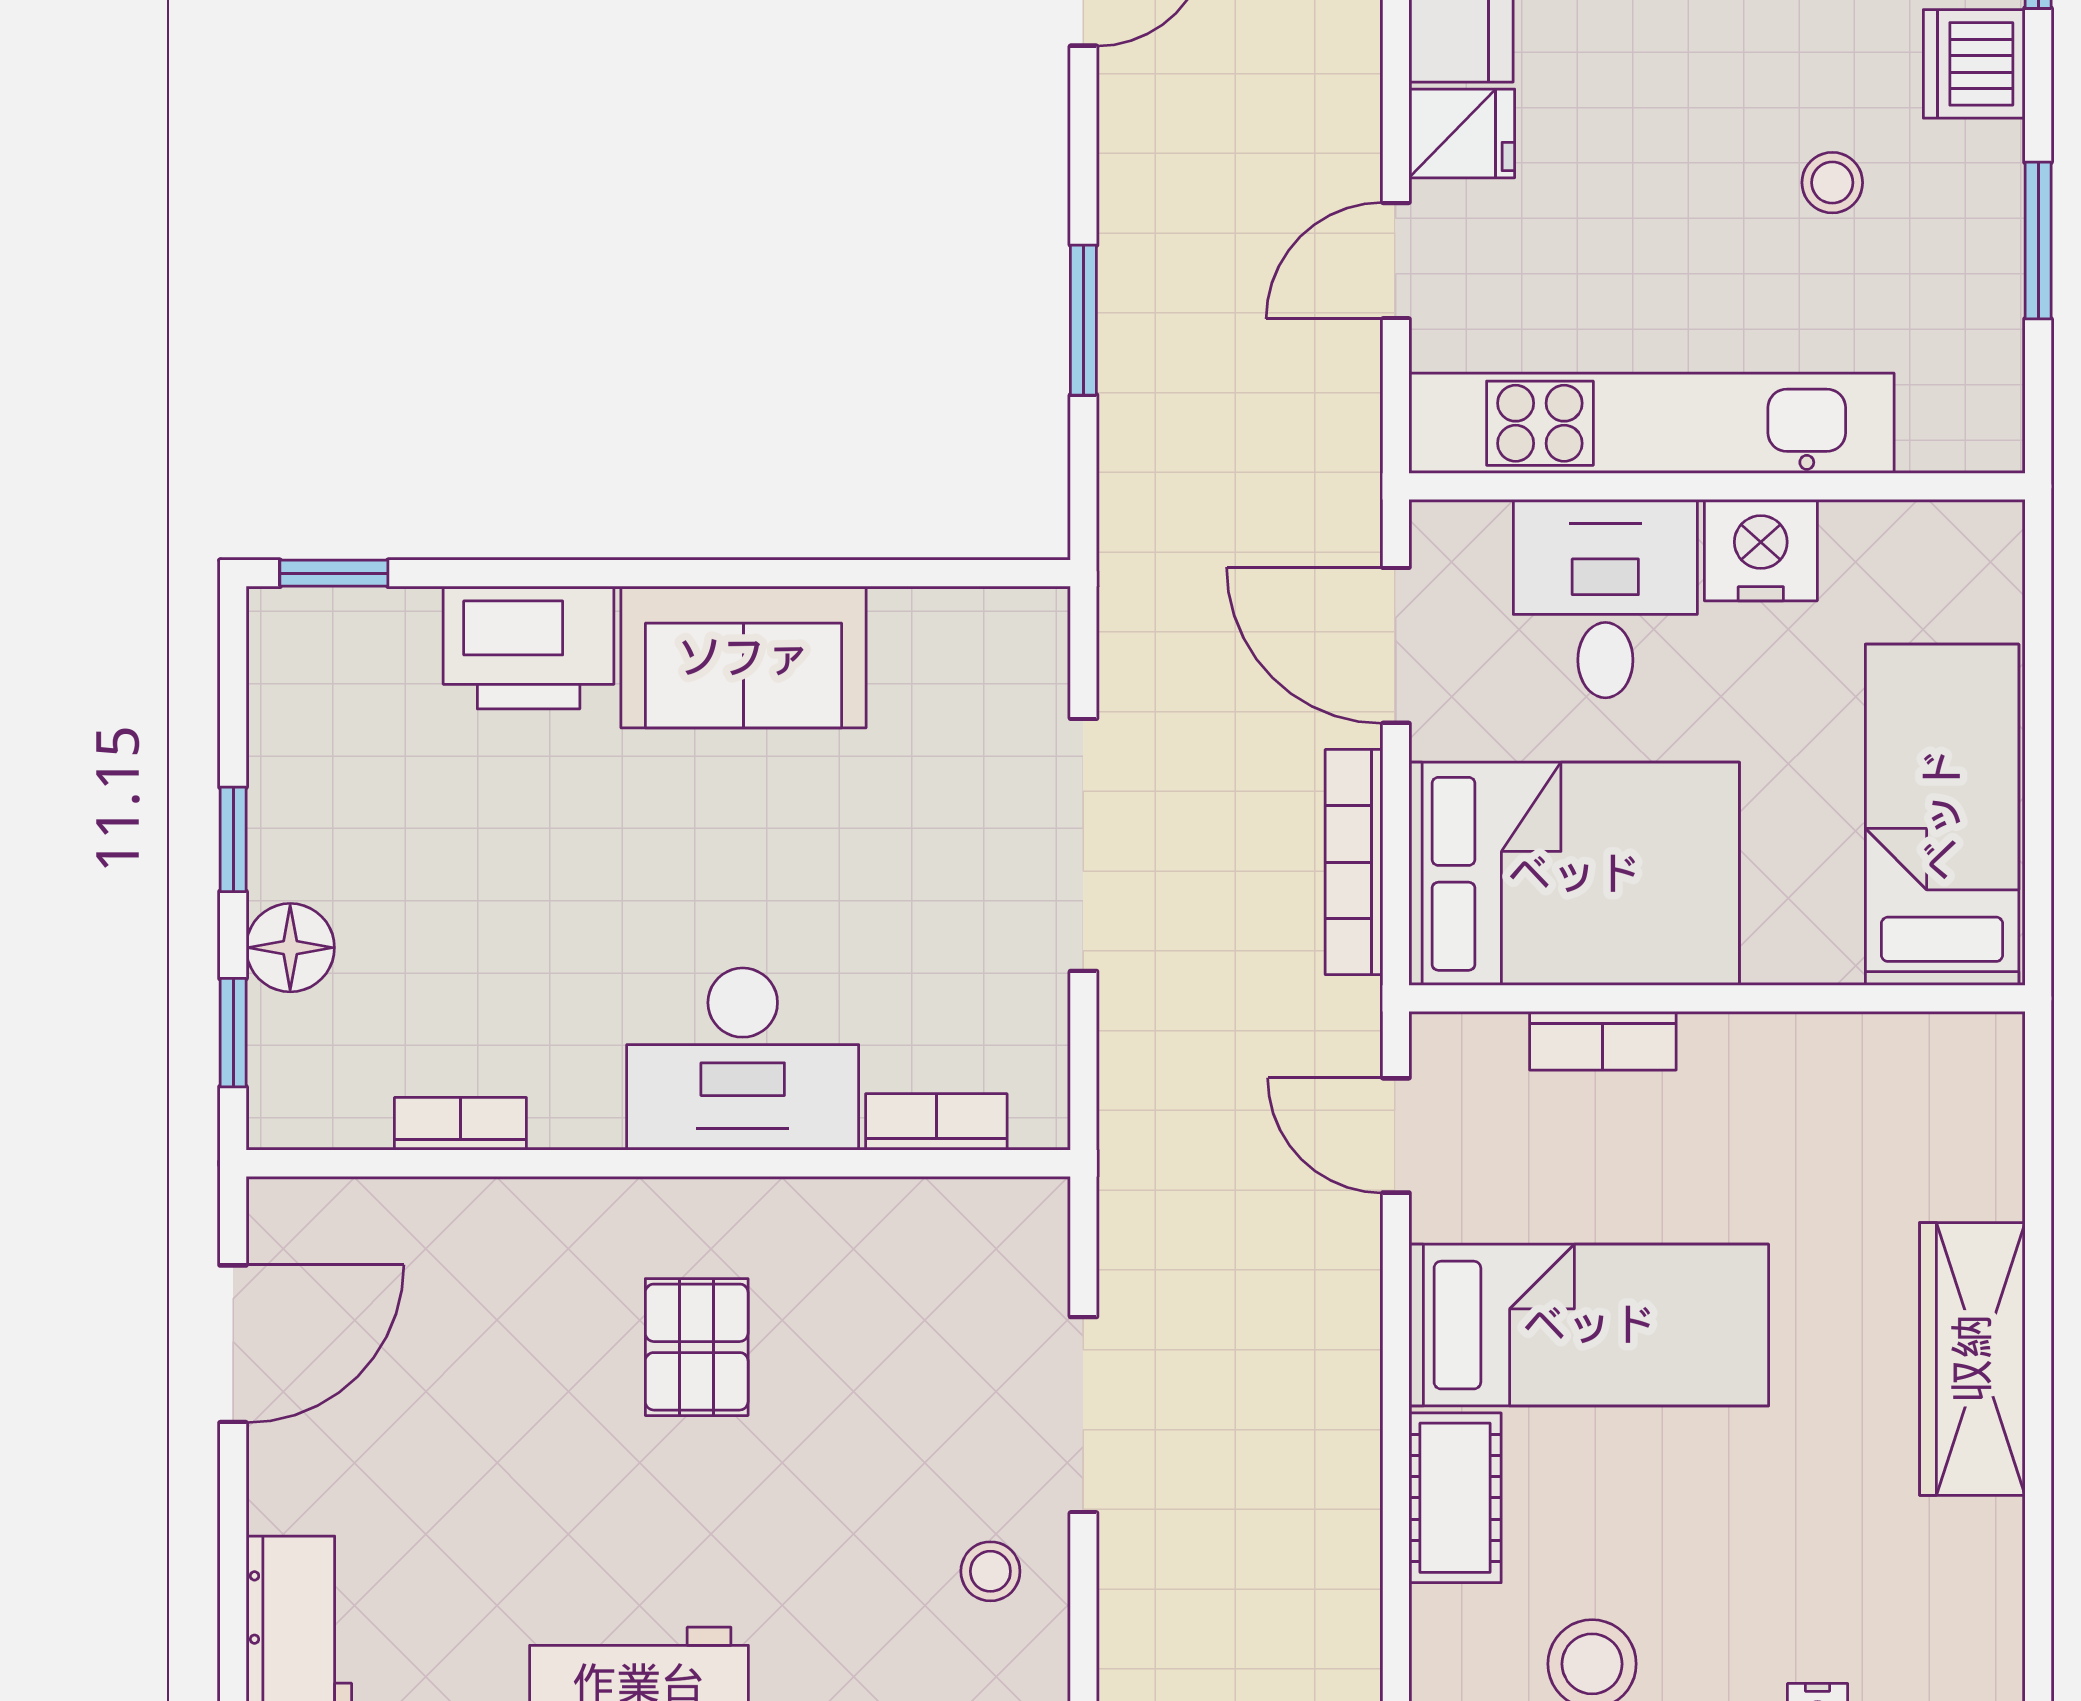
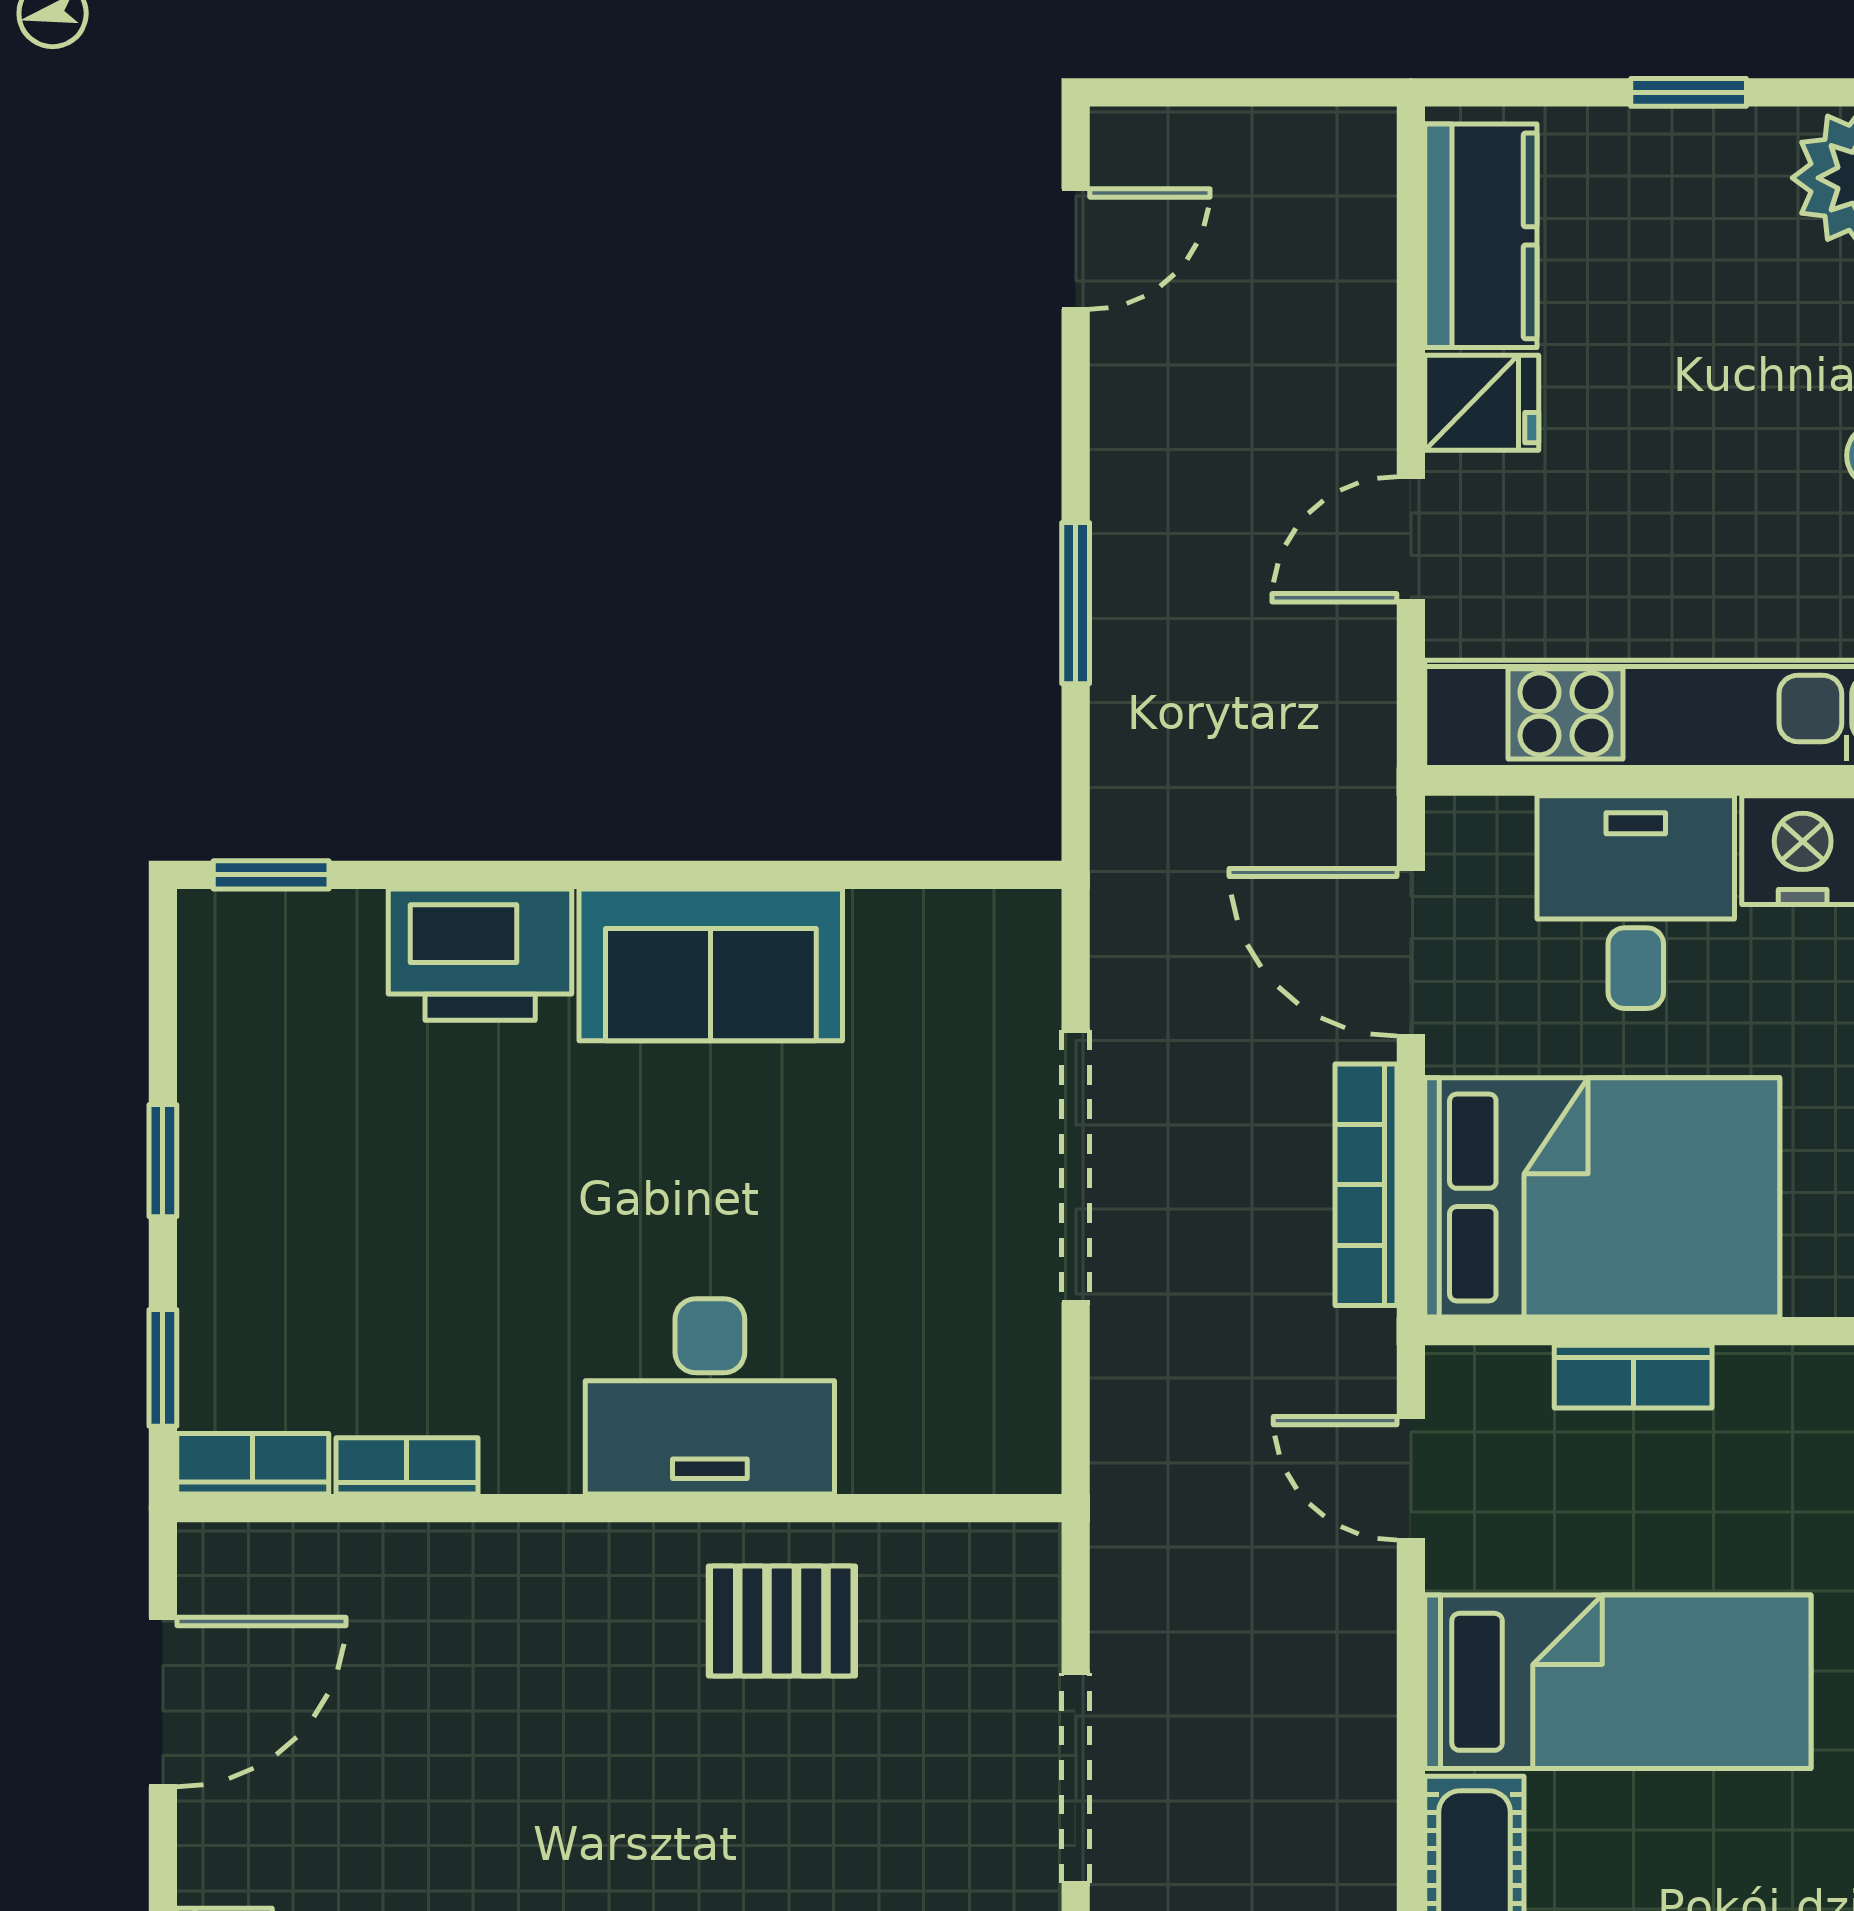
floor lamp: (290, 948) -> (224, 1277), removed
bookcase: (936, 1122) -> (253, 1464), moved
pallet: (697, 1347) -> (782, 1621), moved, turned 90

